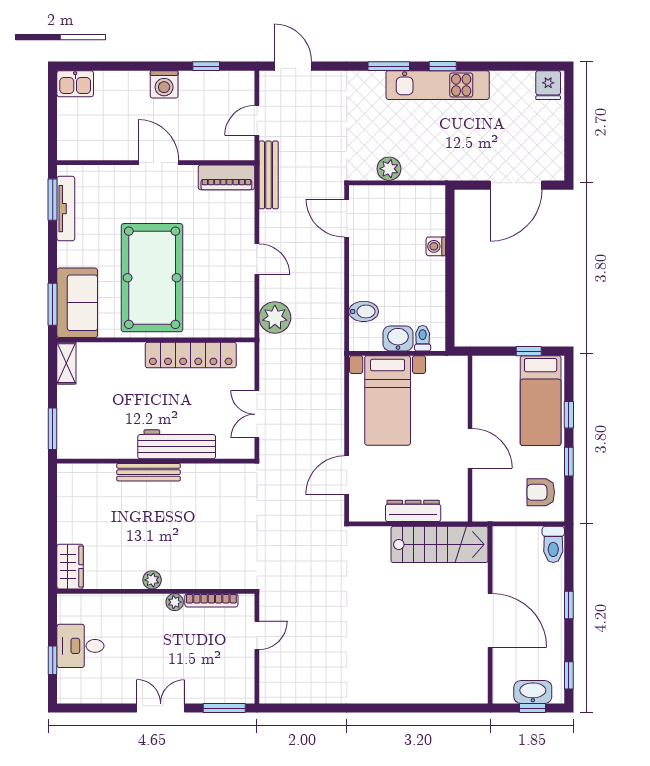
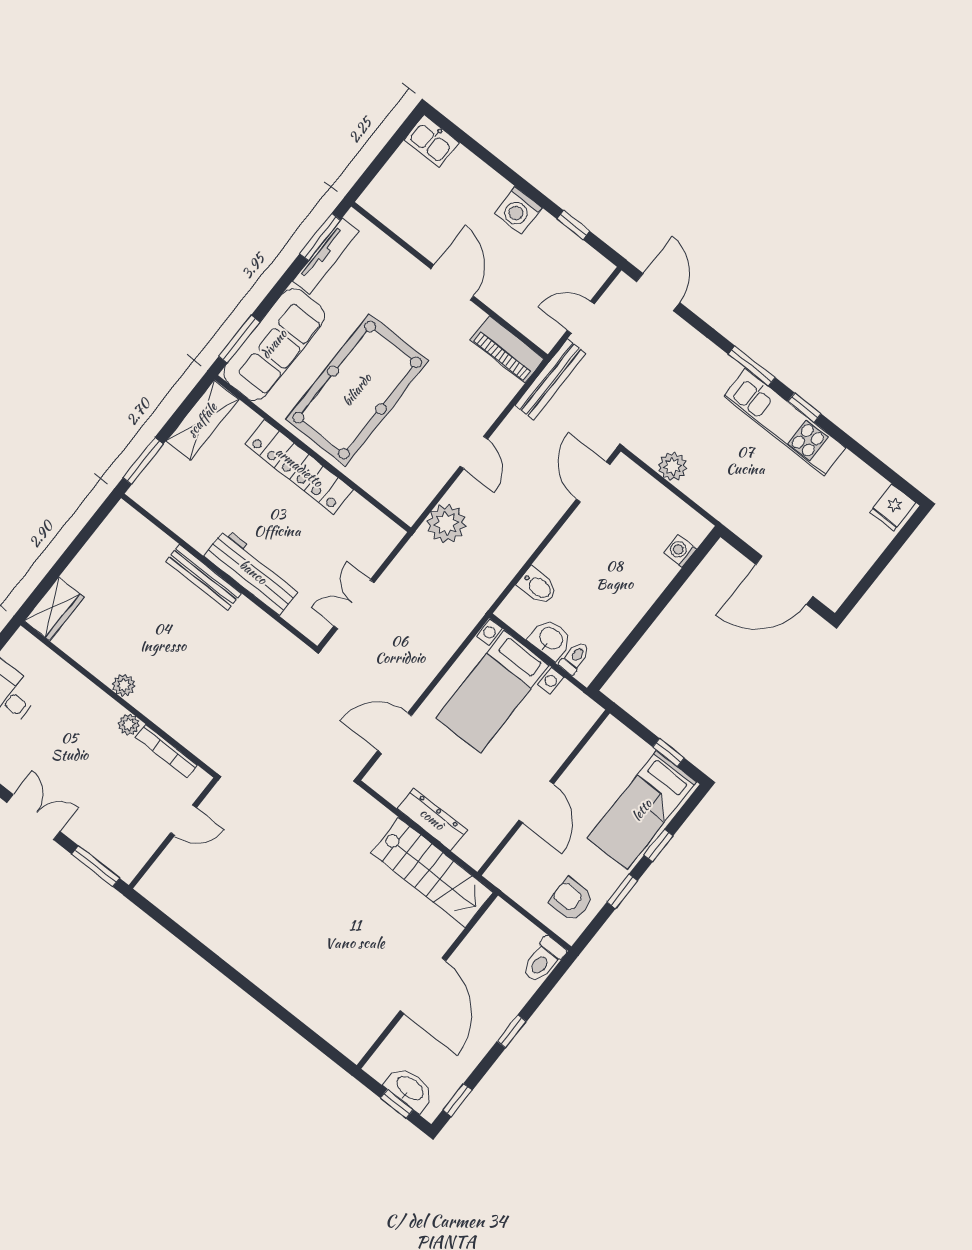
washing machine: (436, 246) -> (680, 551), moved
sofa: (77, 303) -> (274, 344), width x1.36
locker: (191, 355) -> (299, 467), moved
shelving: (66, 363) -> (202, 420), width x1.50, depth x1.33

